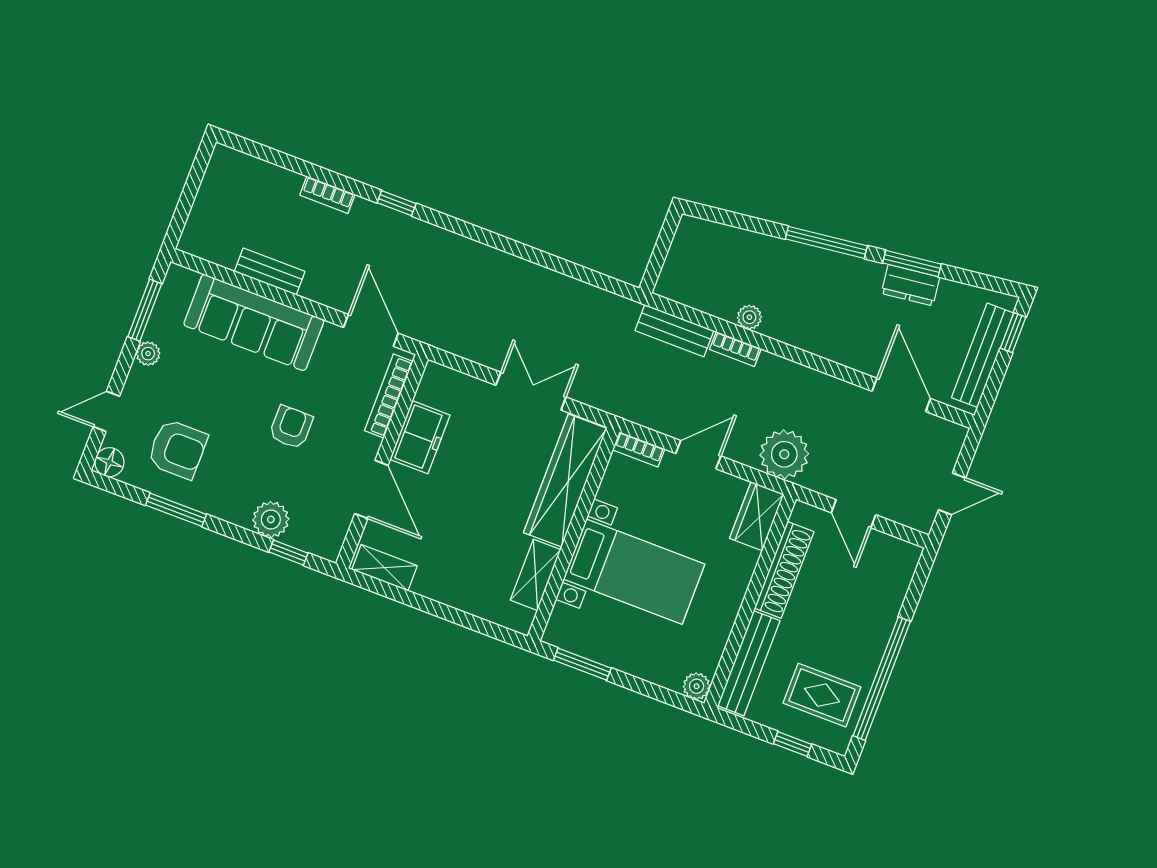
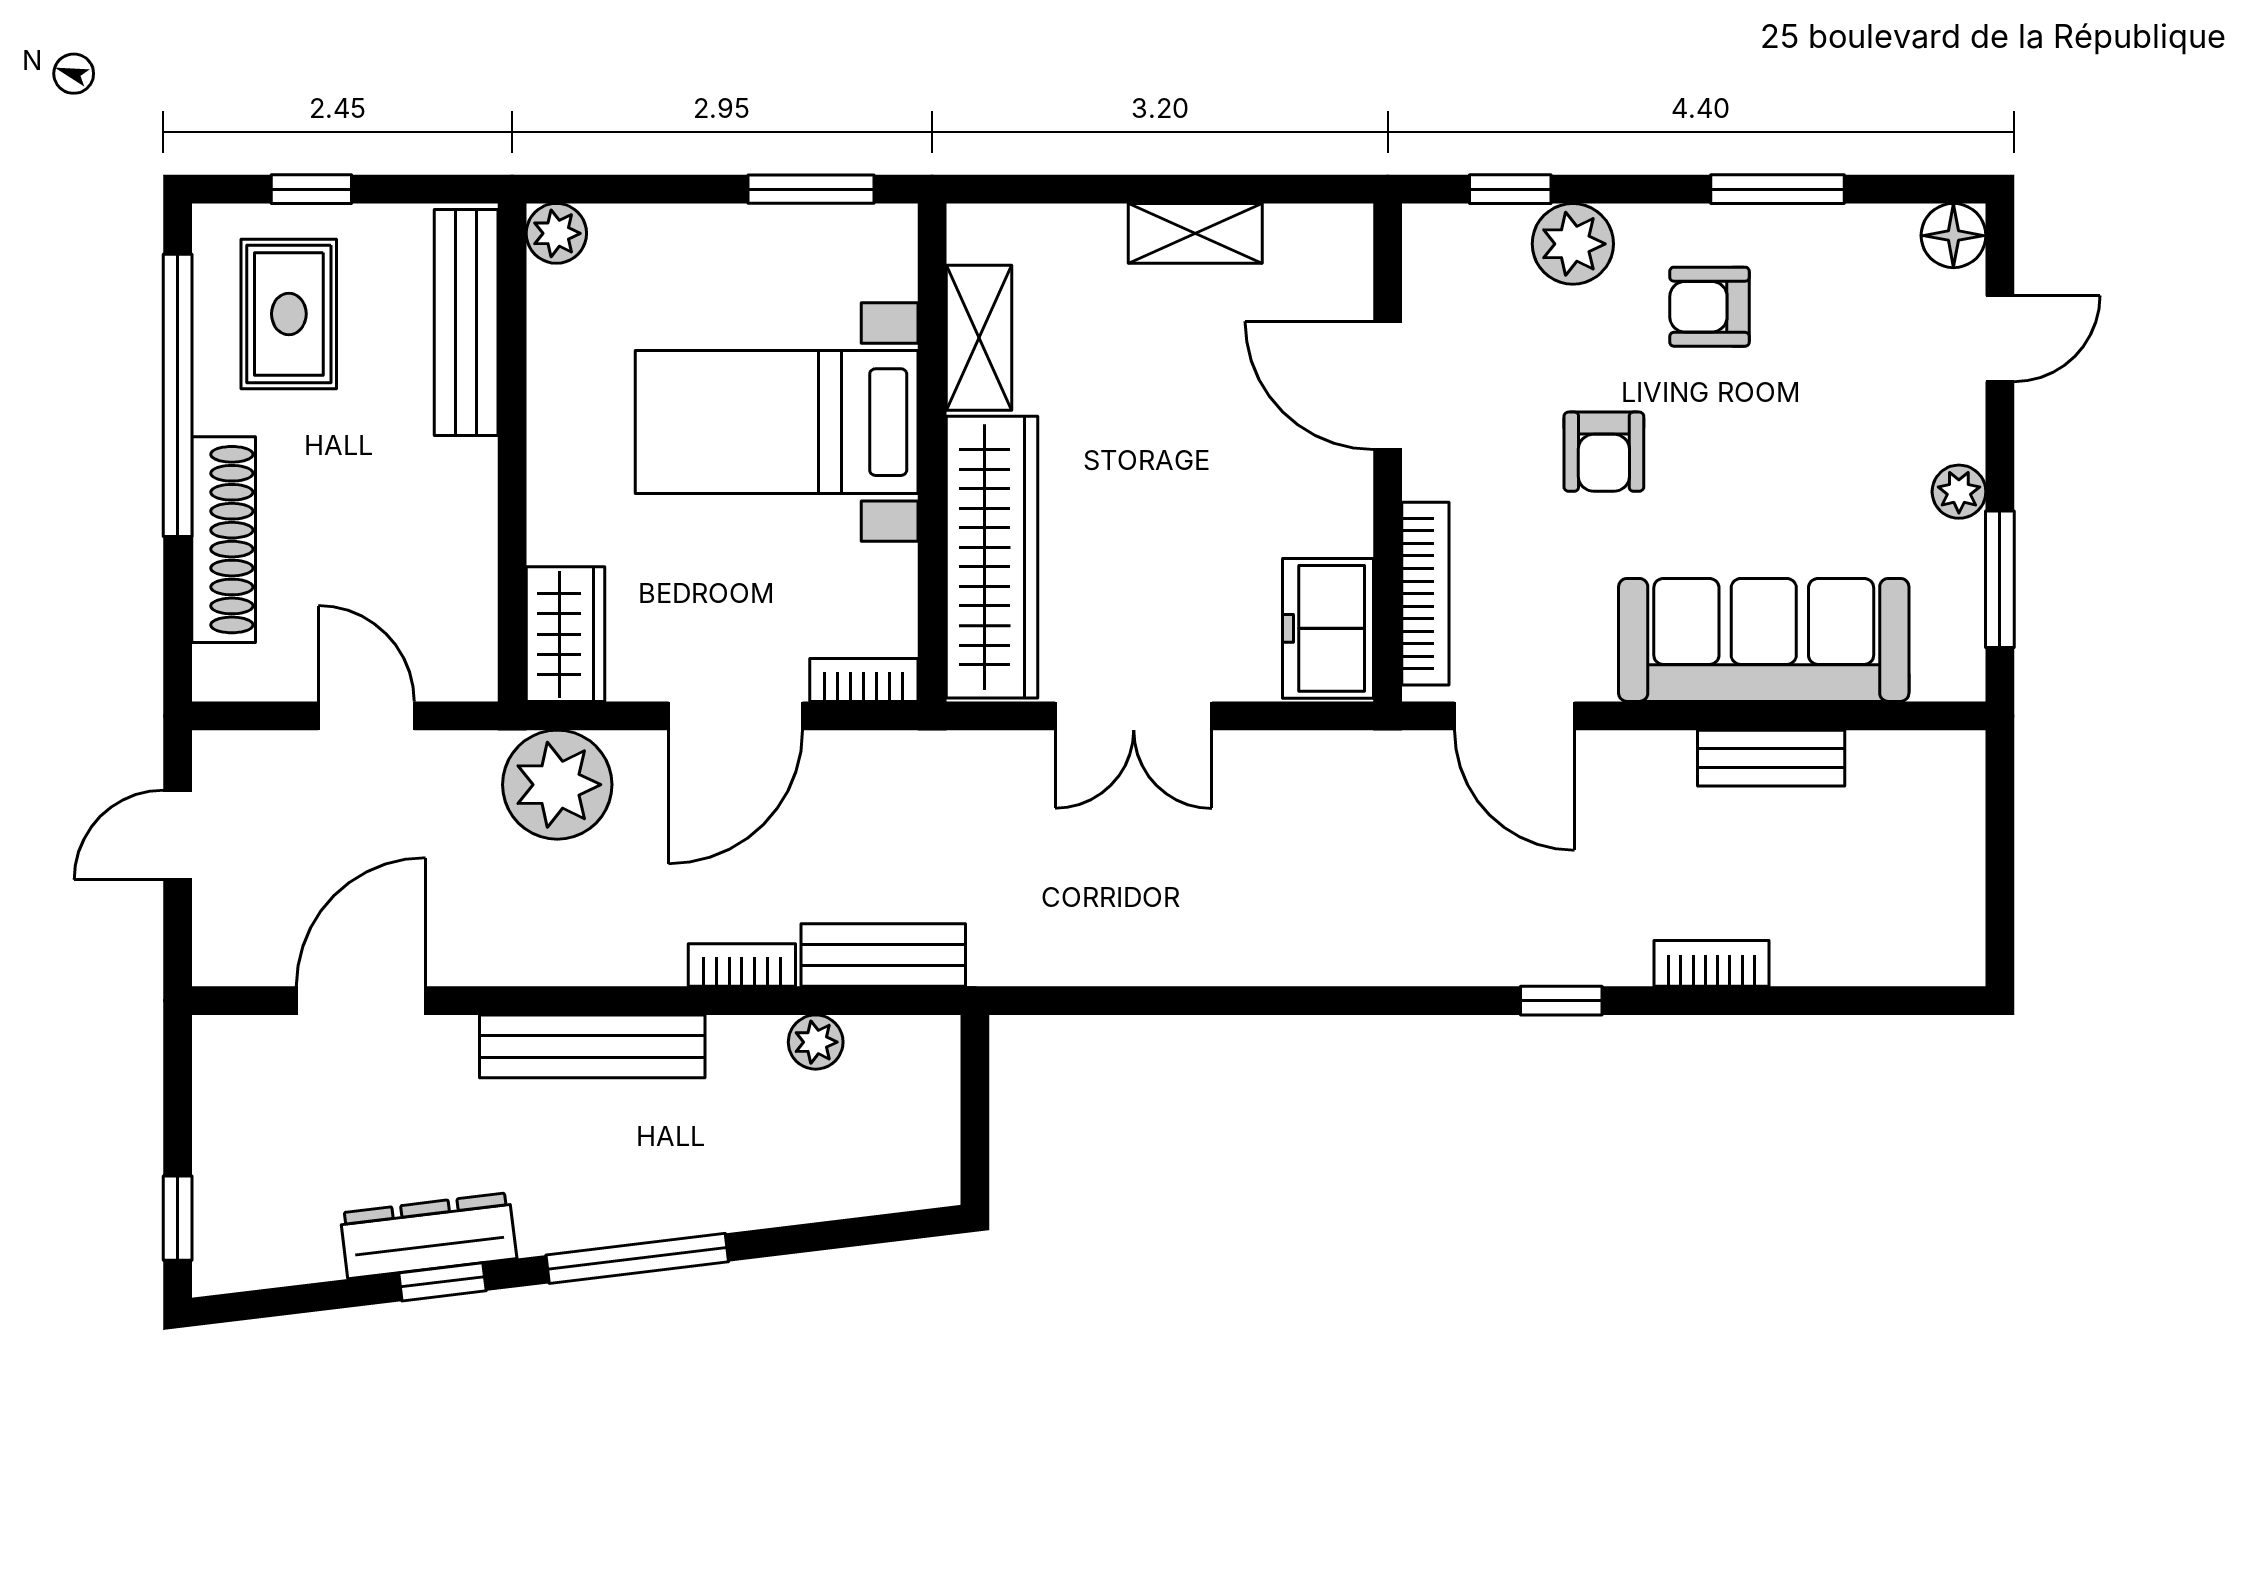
window: (912, 264) -> (442, 1282), width x0.67
dresser: (910, 285) -> (428, 1236), width x1.44
plant: (749, 317) -> (816, 1042), moved
bench: (983, 355) -> (592, 1046), moved, turned 90
door: (901, 395) -> (361, 1001), swing flipped
freezer: (420, 437) -> (1328, 628), moved
armchair: (177, 449) -> (1709, 307), moved, width x0.72, depth x0.72
door: (698, 455) -> (736, 716), width x1.38
shelving: (384, 568) -> (1195, 233), moved
shoe rack: (784, 570) -> (224, 540), moved, turned 180
rug: (822, 695) -> (289, 314), turned 90

